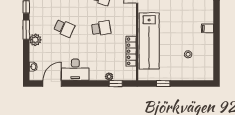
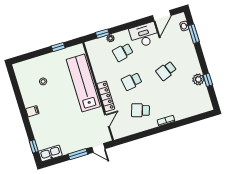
school desk: (64, 28) -> (166, 71), turned -45
window: (26, 30) -> (194, 34), moved
plant: (35, 40) -> (198, 79), moved
locker: (131, 51) -> (106, 96), moved
school desk: (101, 59) -> (123, 52), added

